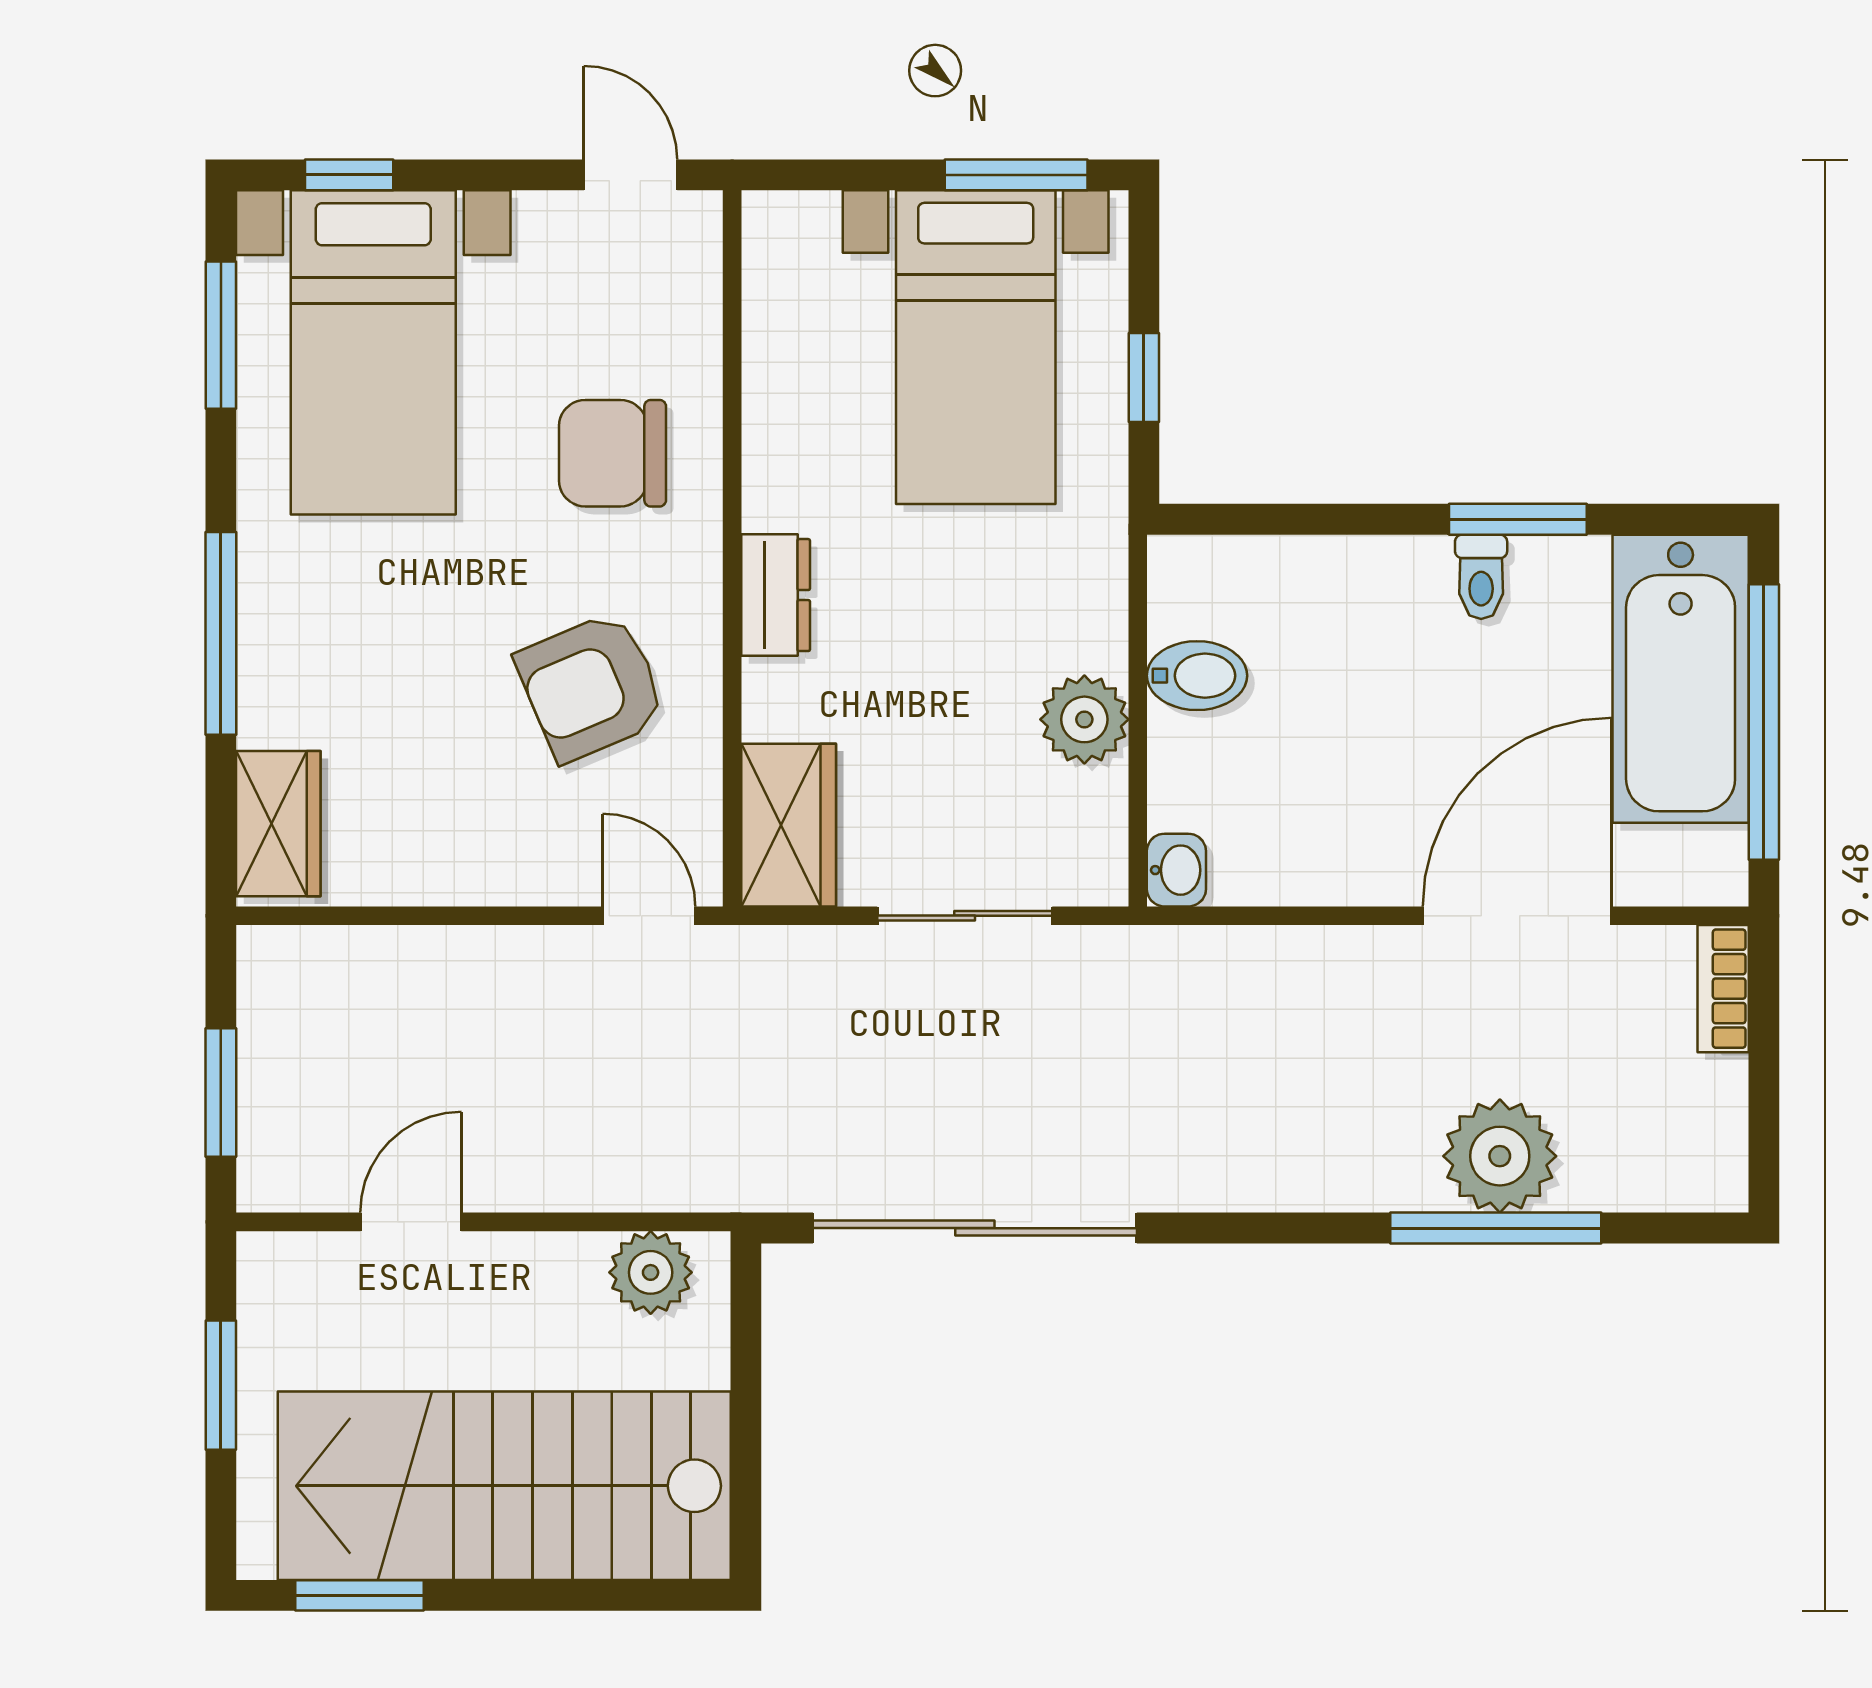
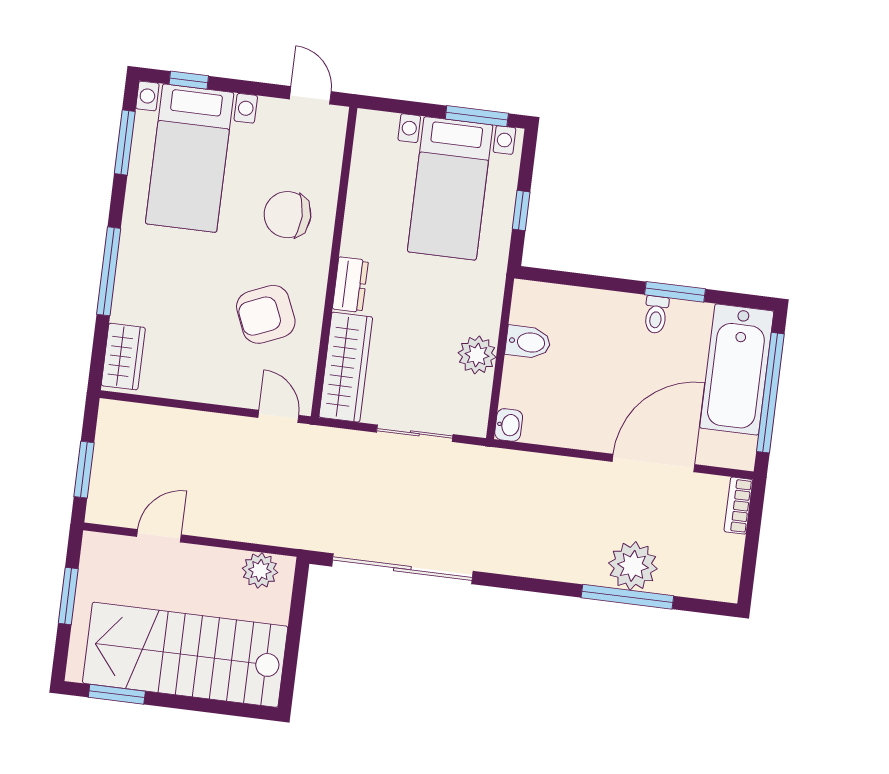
wardrobe: (789, 825) -> (346, 367), width x1.50

